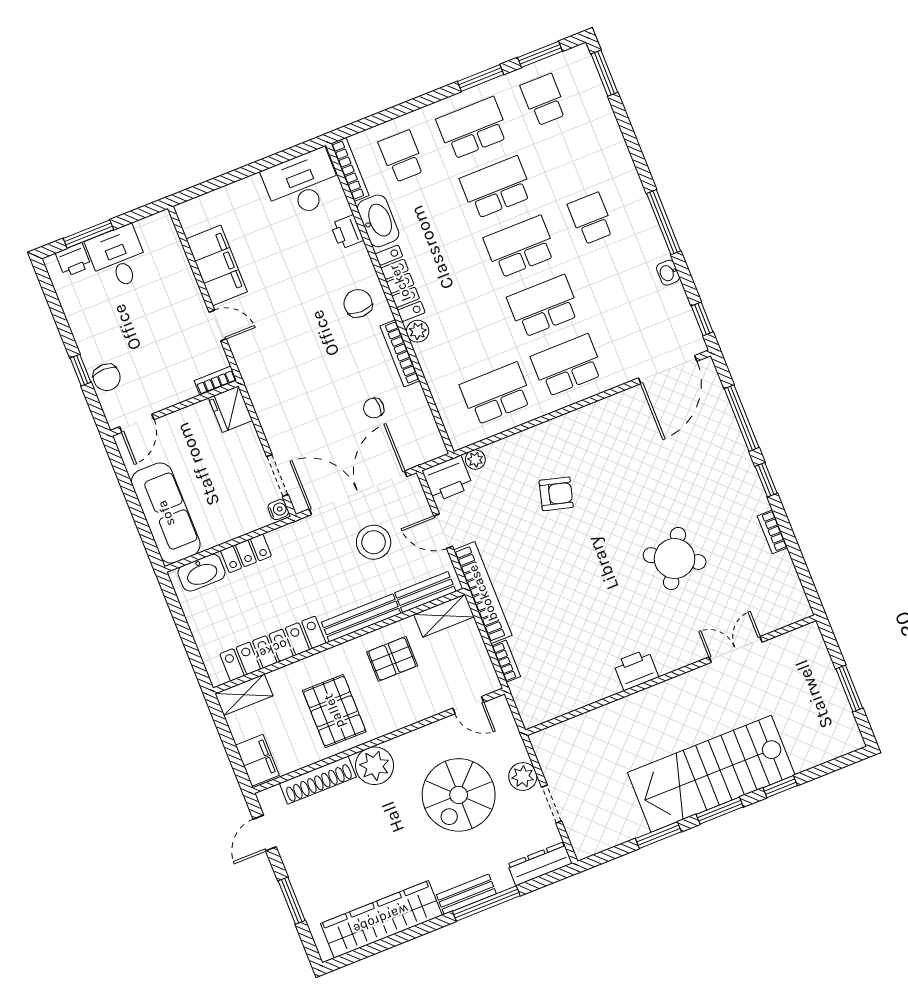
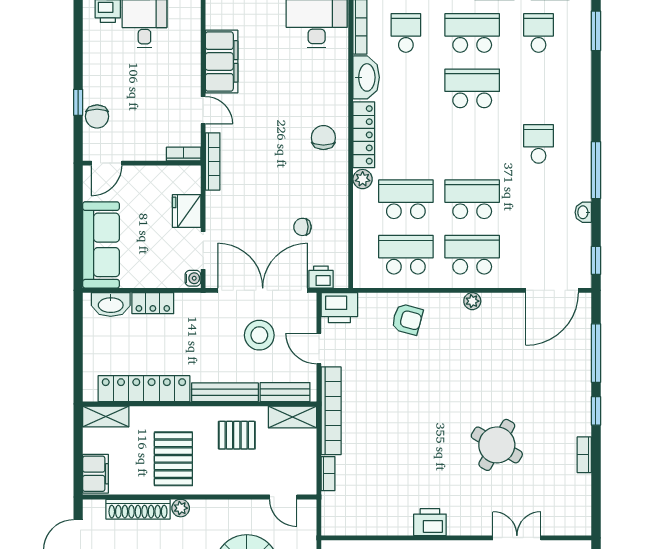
printer: (347, 232) -> (321, 277), moved, turned 90
school desk: (520, 247) -> (406, 199), moved
bookcase: (400, 353) -> (213, 161), moved, turned 180
fridge: (231, 409) -> (187, 211), moved
plant: (475, 460) -> (472, 301), moved
armchair: (556, 494) -> (407, 319), moved
plant: (375, 766) -> (181, 508), width x0.53, depth x0.53

